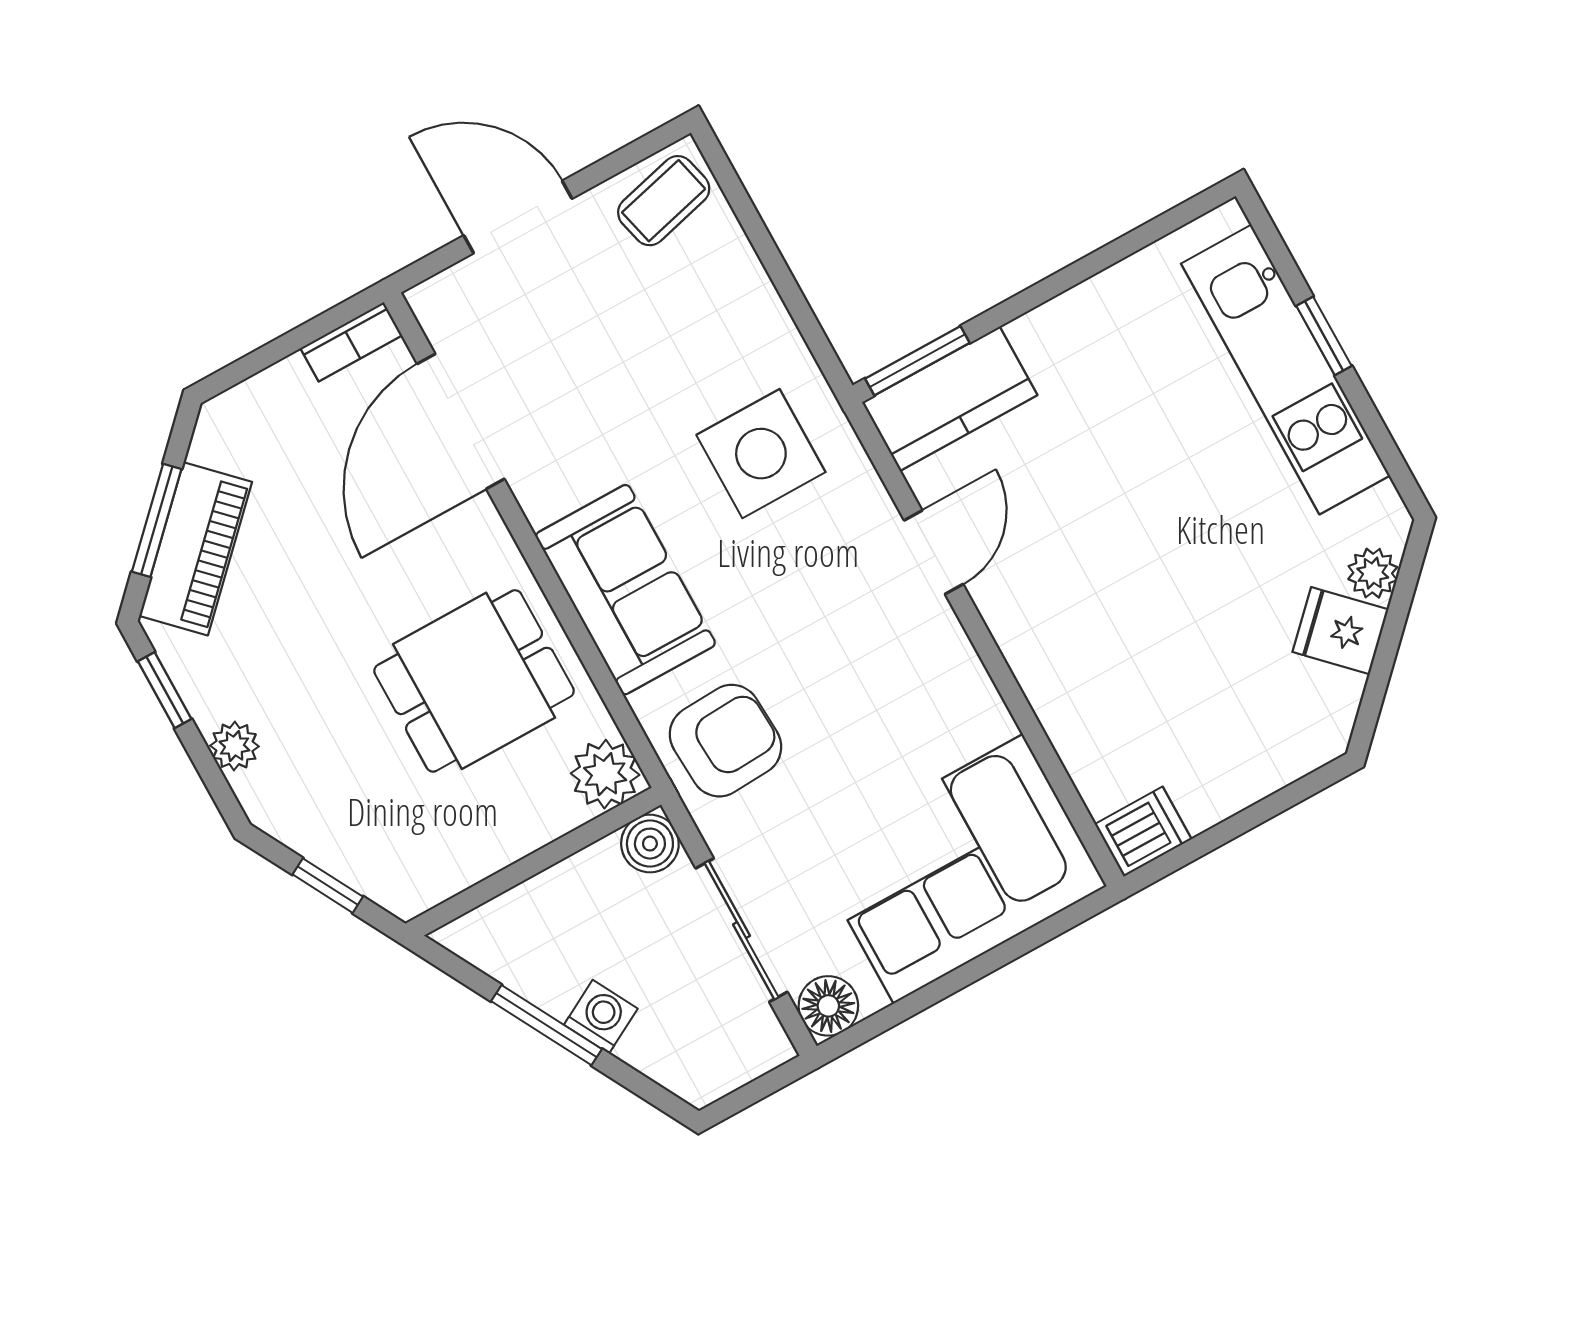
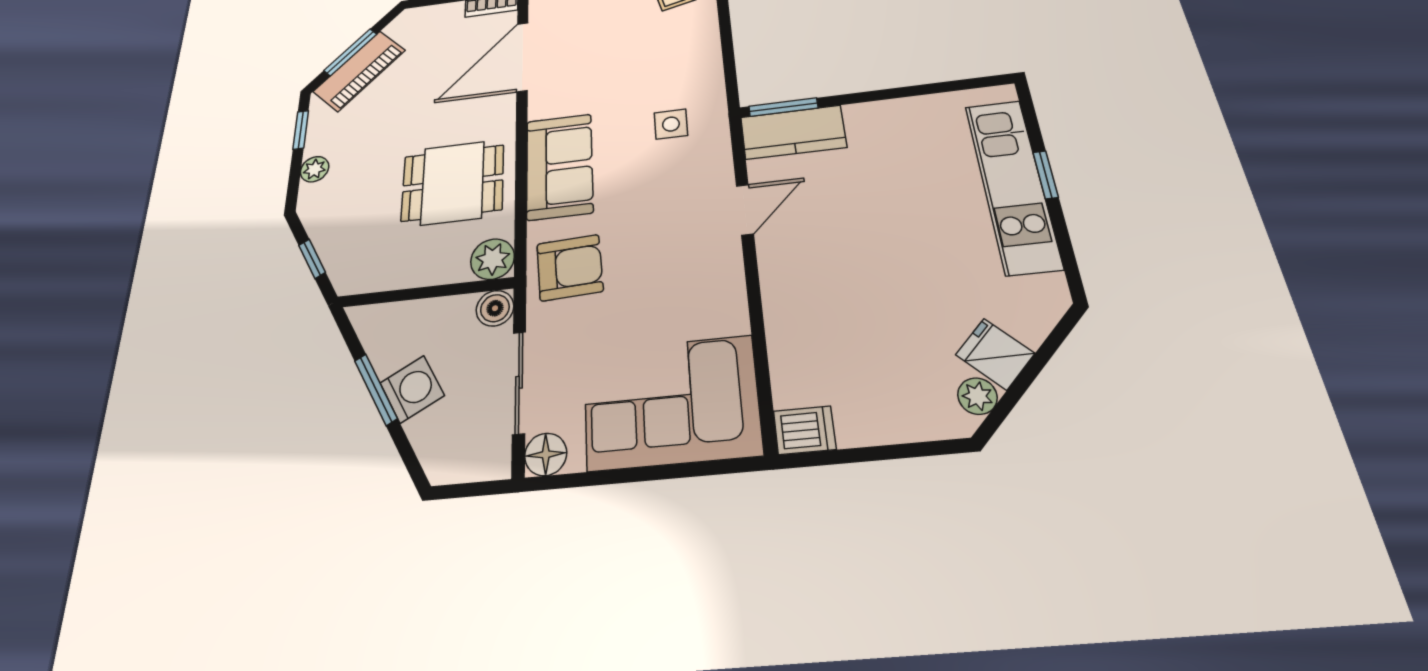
side table: (761, 454) -> (671, 124), width x0.54, depth x0.54
plant: (1373, 573) -> (977, 396), moved
washing machine: (601, 1017) -> (412, 389), width x1.38, depth x1.38

